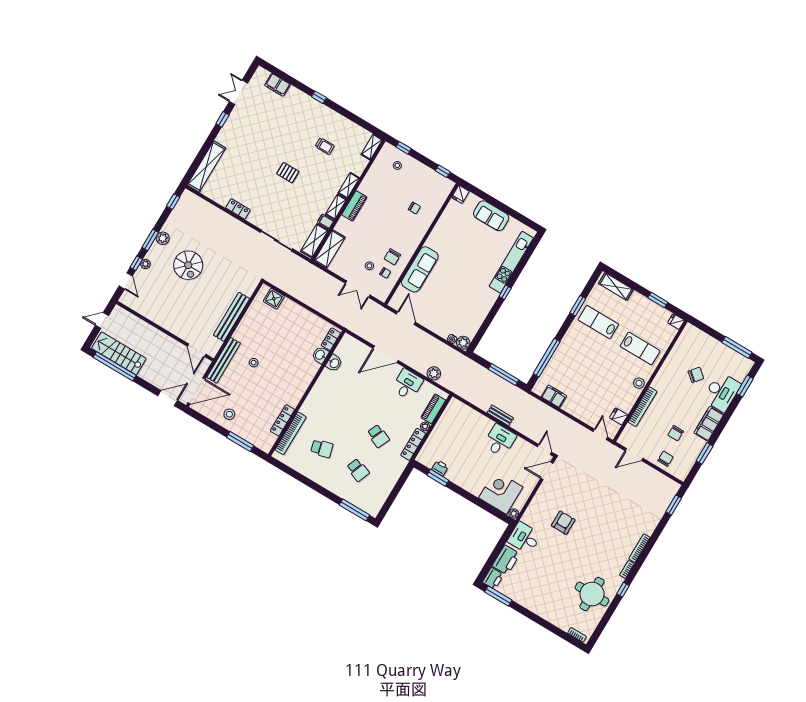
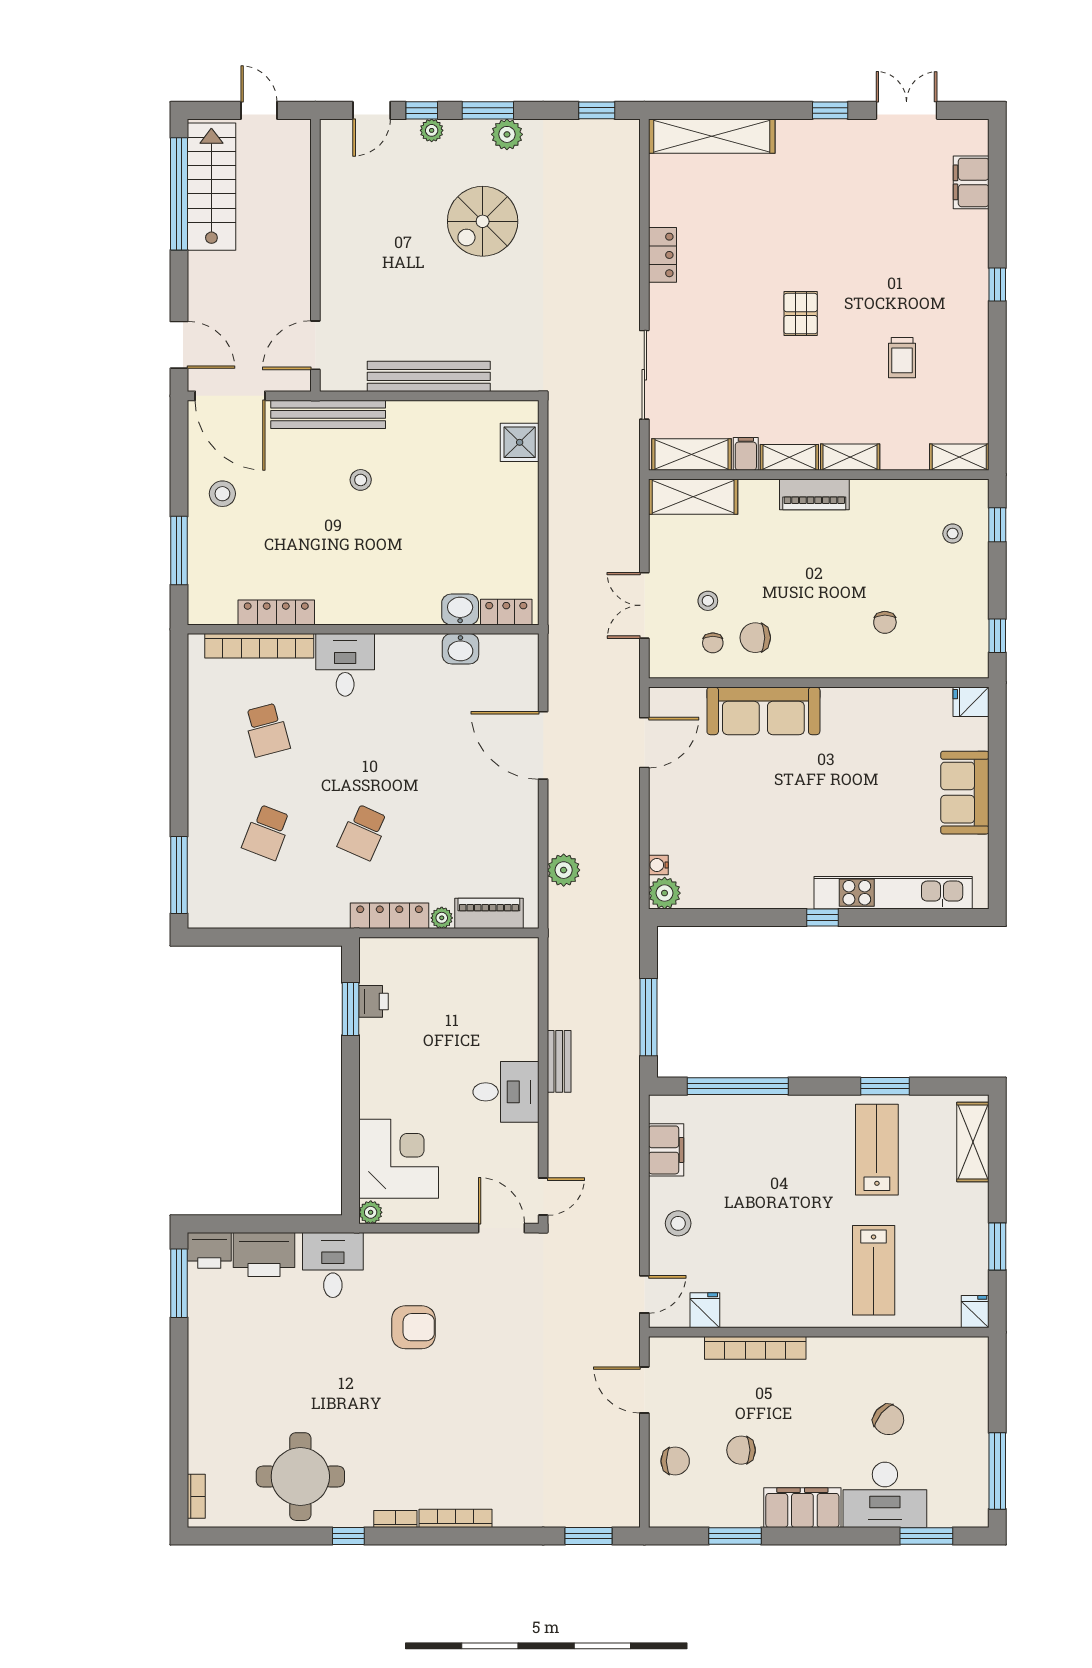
stool: (639, 383) -> (678, 1223), moved
desk: (407, 384) -> (345, 665), moved, turned -90

